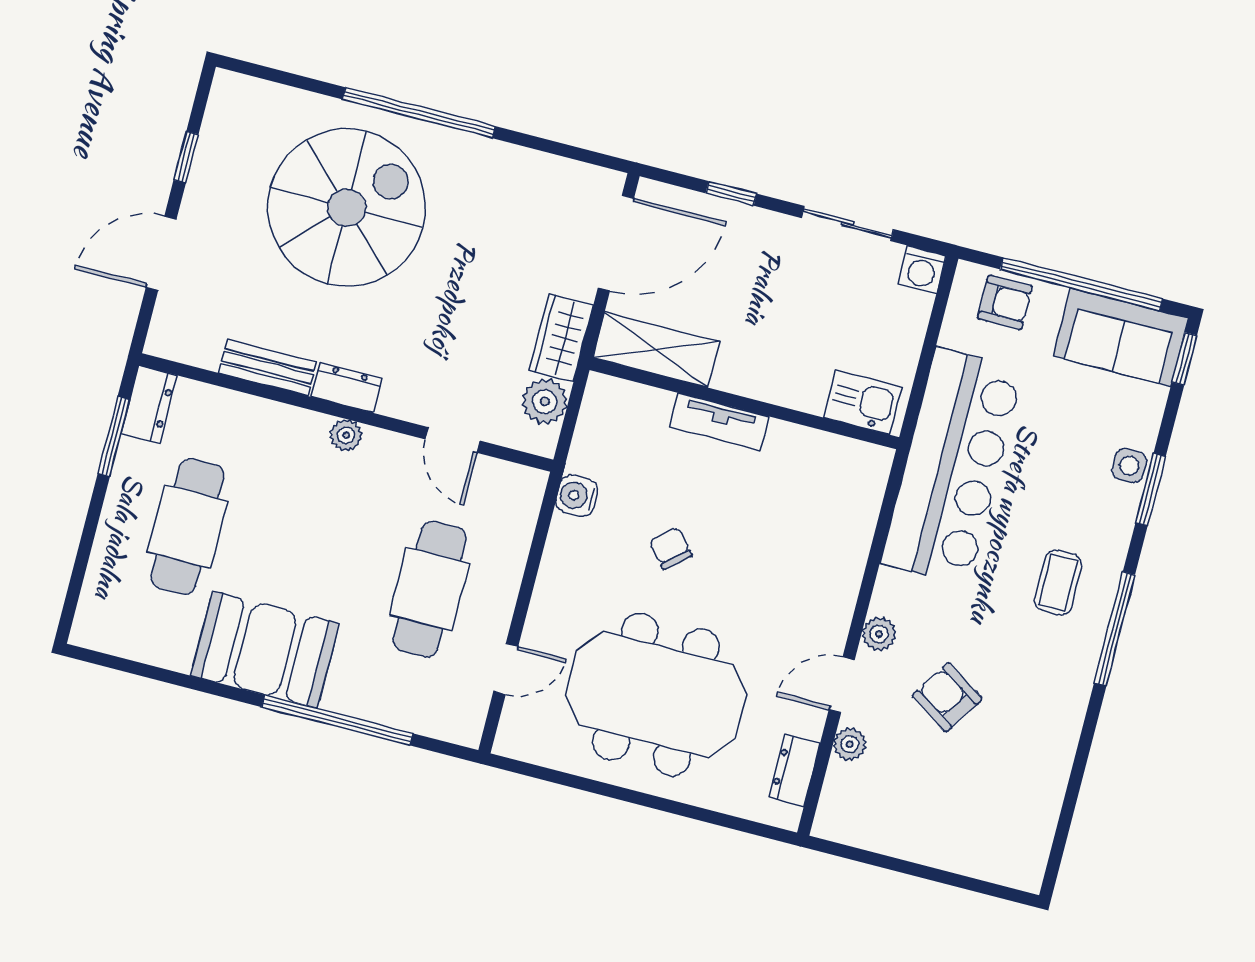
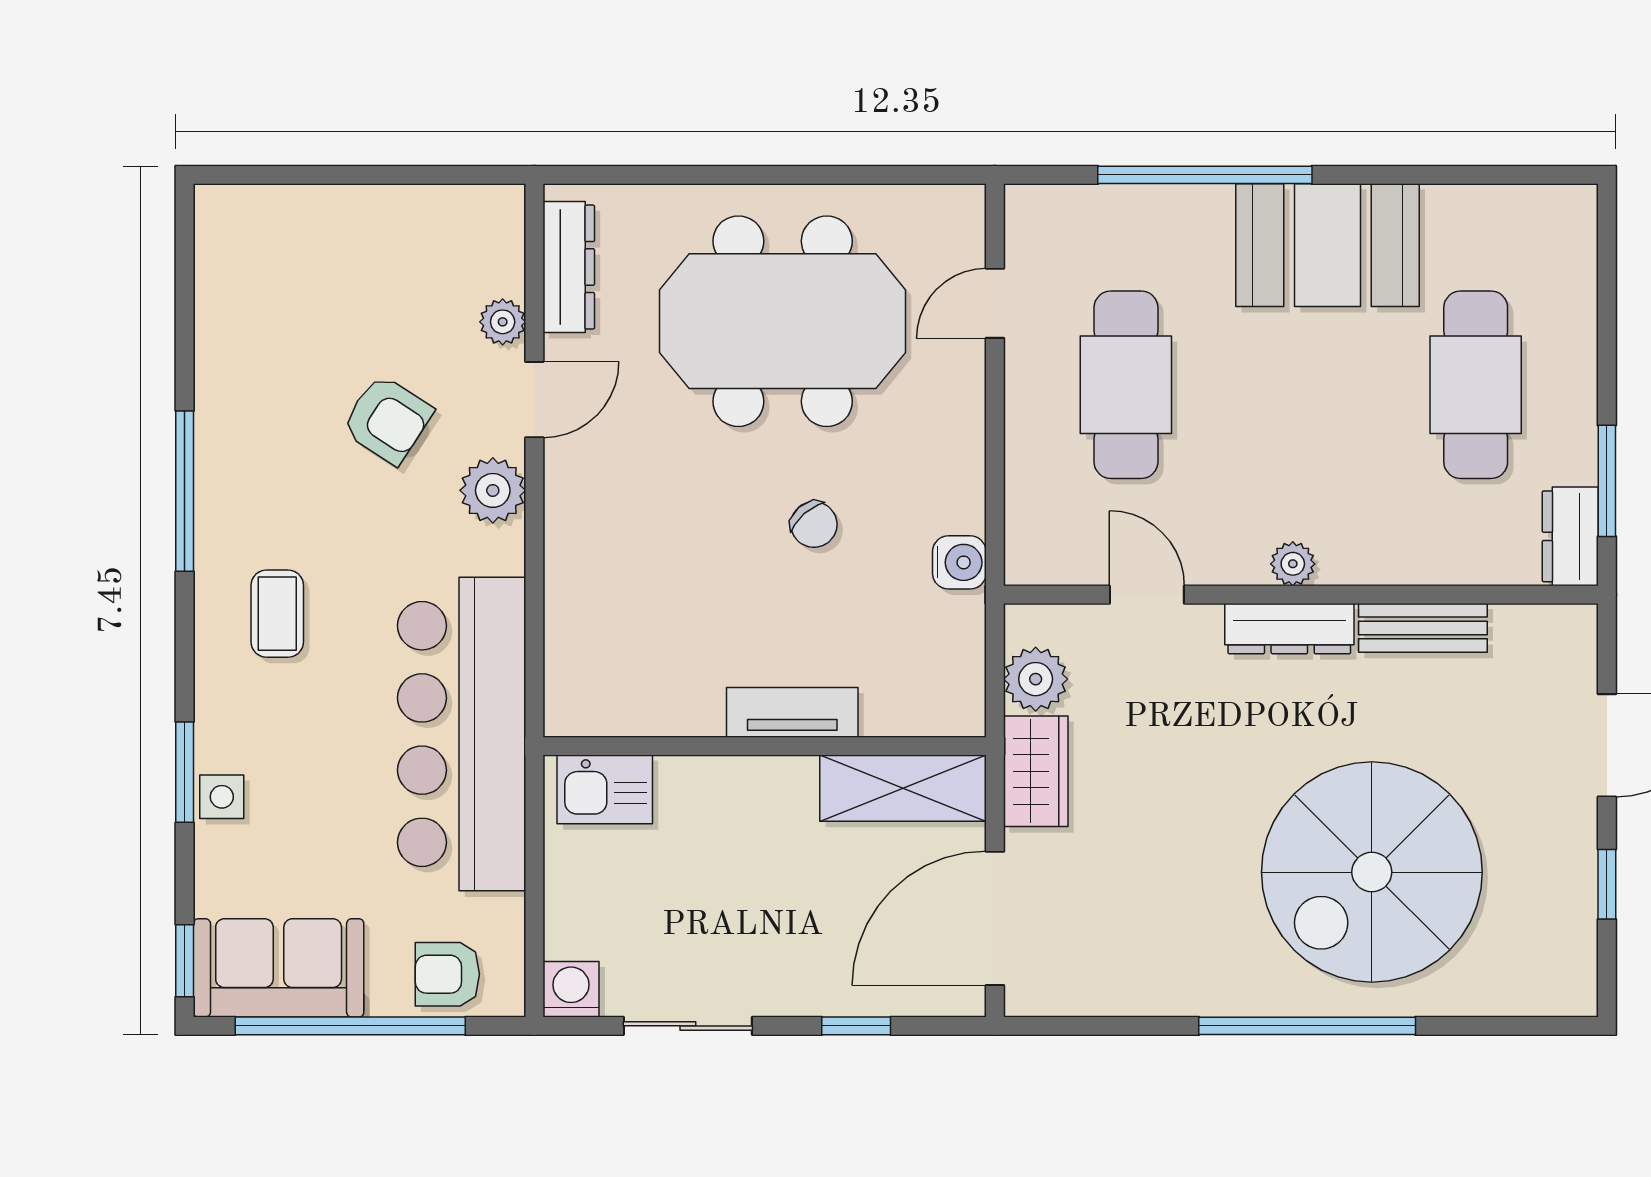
dresser: (347, 387) -> (1289, 629), width x1.44
window: (1115, 629) -> (185, 491), moved
plant: (879, 634) -> (493, 490), width x1.38, depth x1.38
dresser: (794, 770) -> (569, 267), width x1.44

